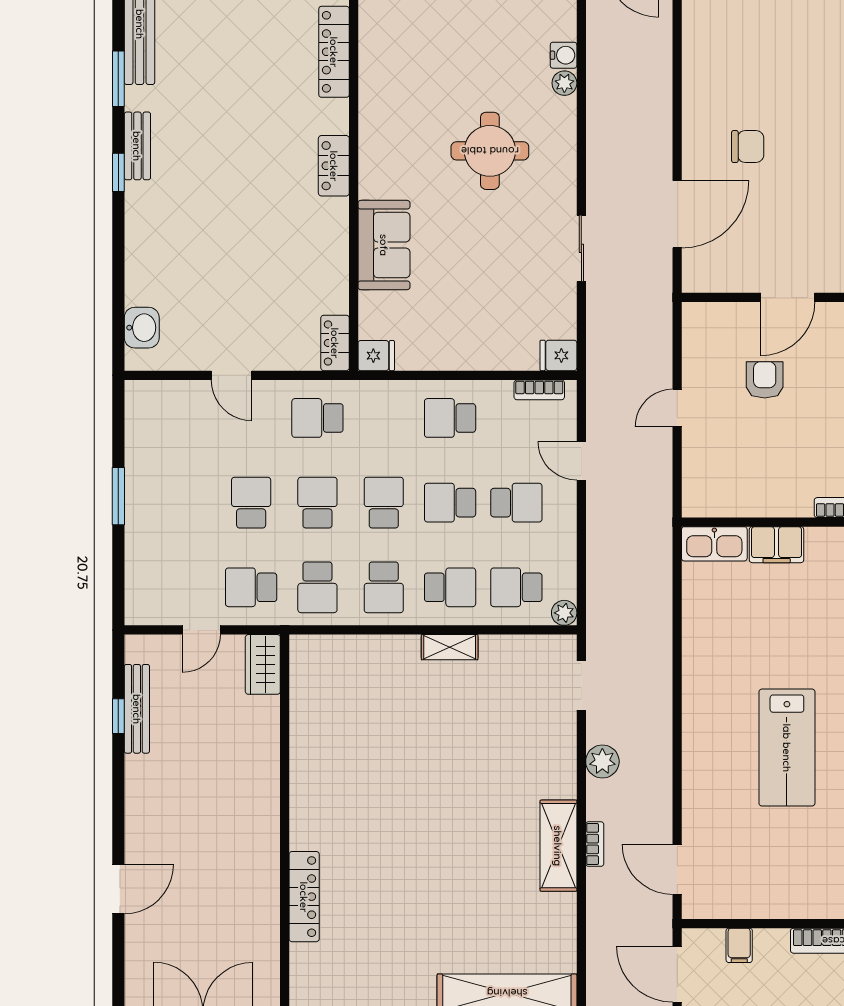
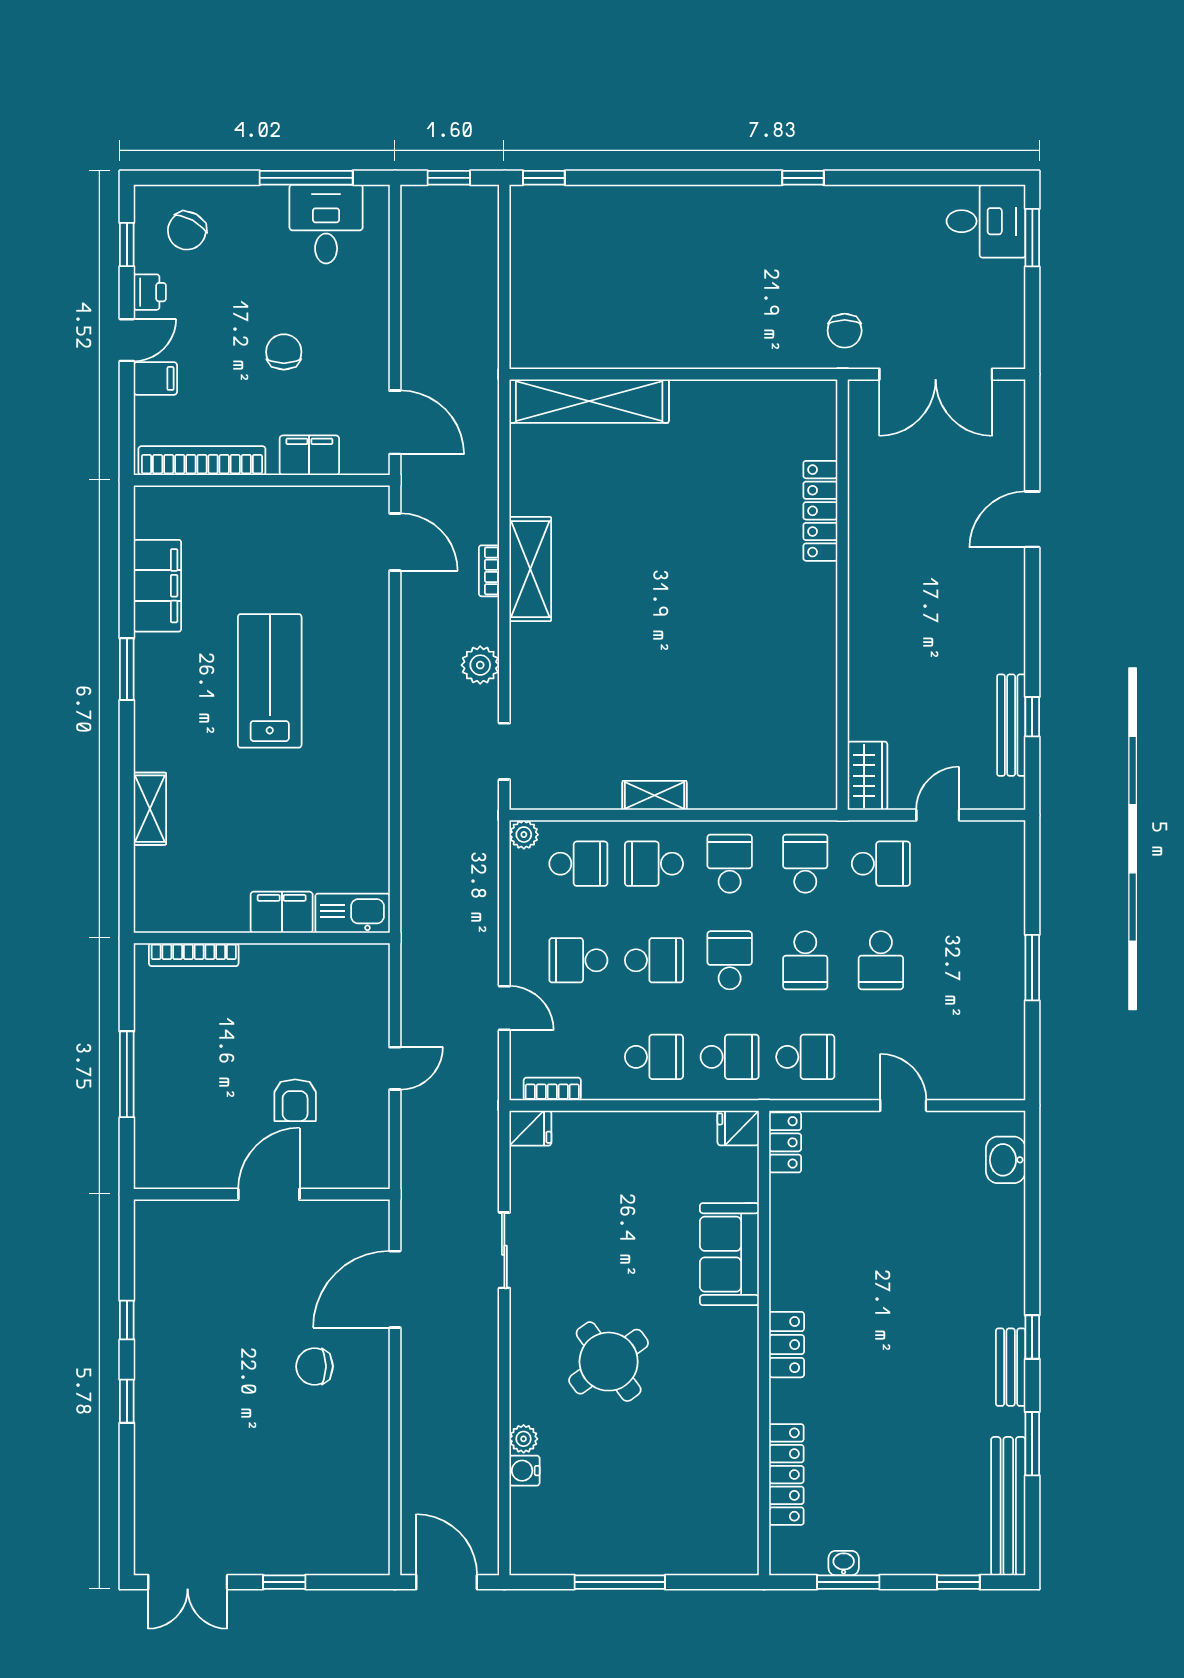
round table: (490, 151) -> (609, 1362), turned -36
school desk: (384, 418) -> (730, 1057), added
school desk: (384, 503) -> (730, 960), turned 180
filing cabinet: (739, 945) -> (309, 455), width x2.00

